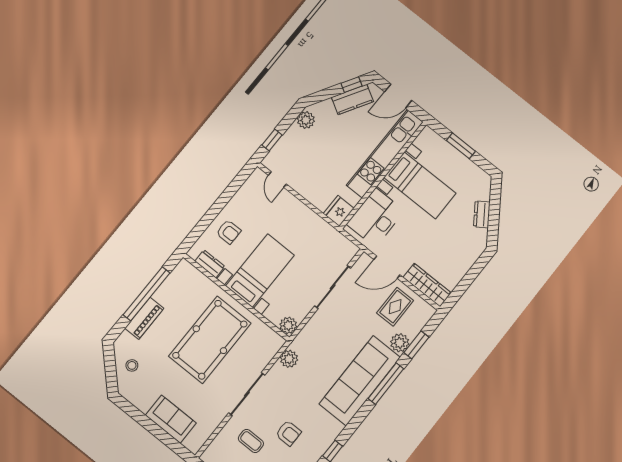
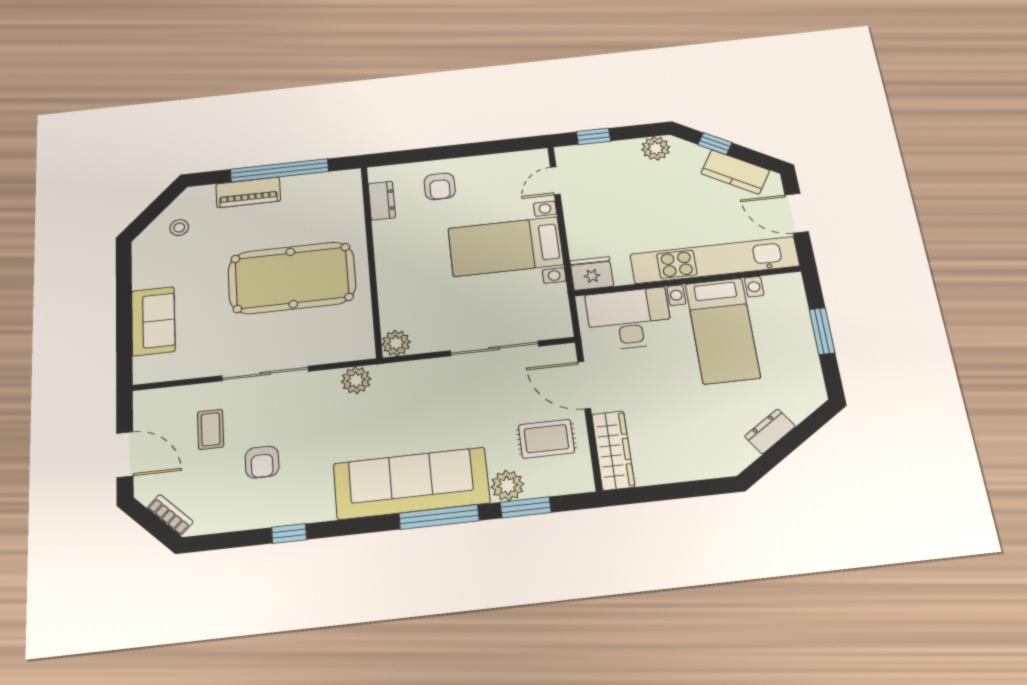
window: (352, 85) -> (715, 144), moved
bed with nightstands: (260, 271) -> (506, 247), moved, turned 180

